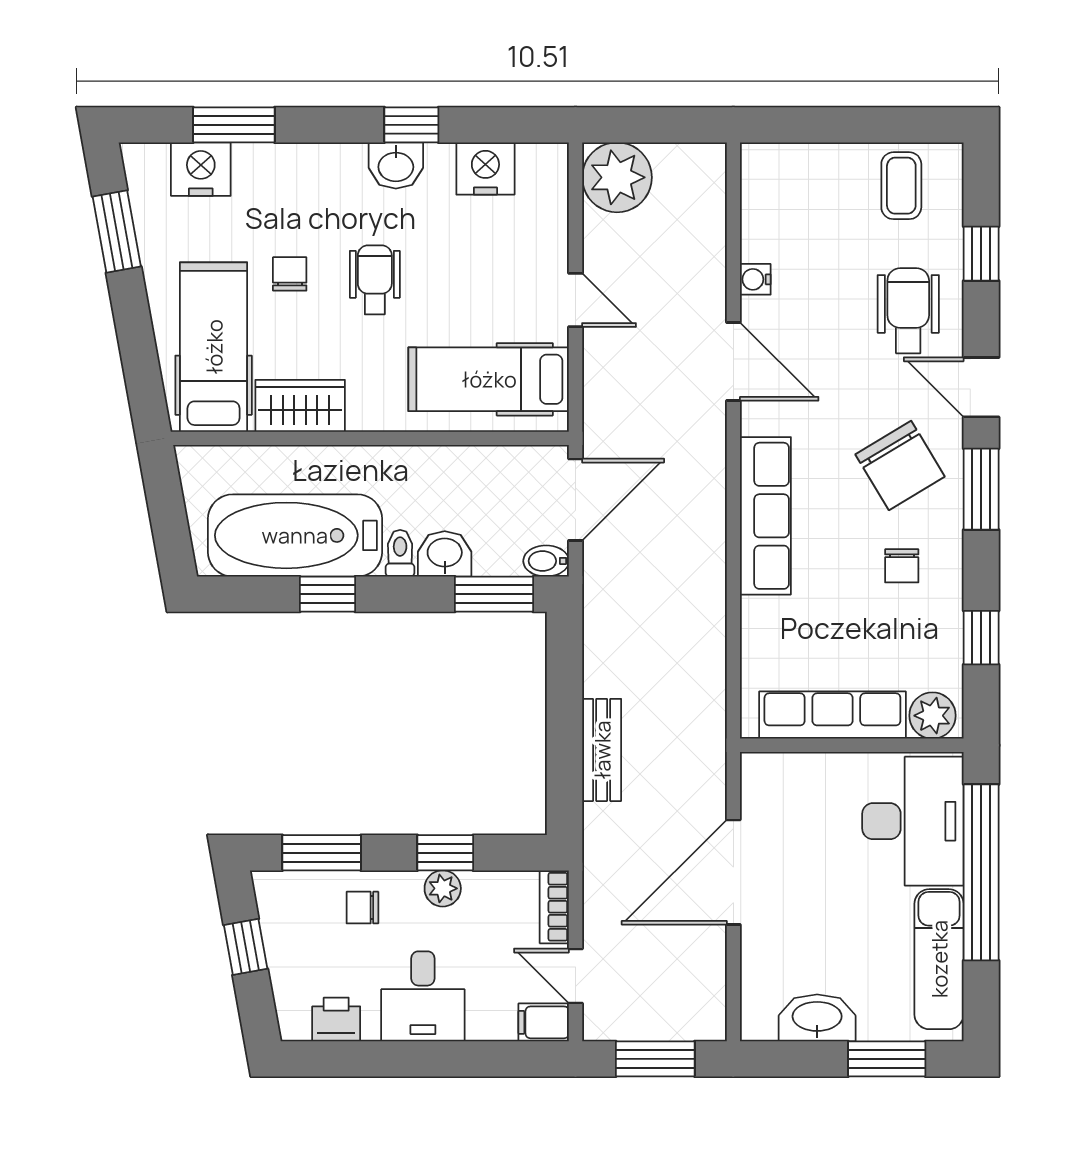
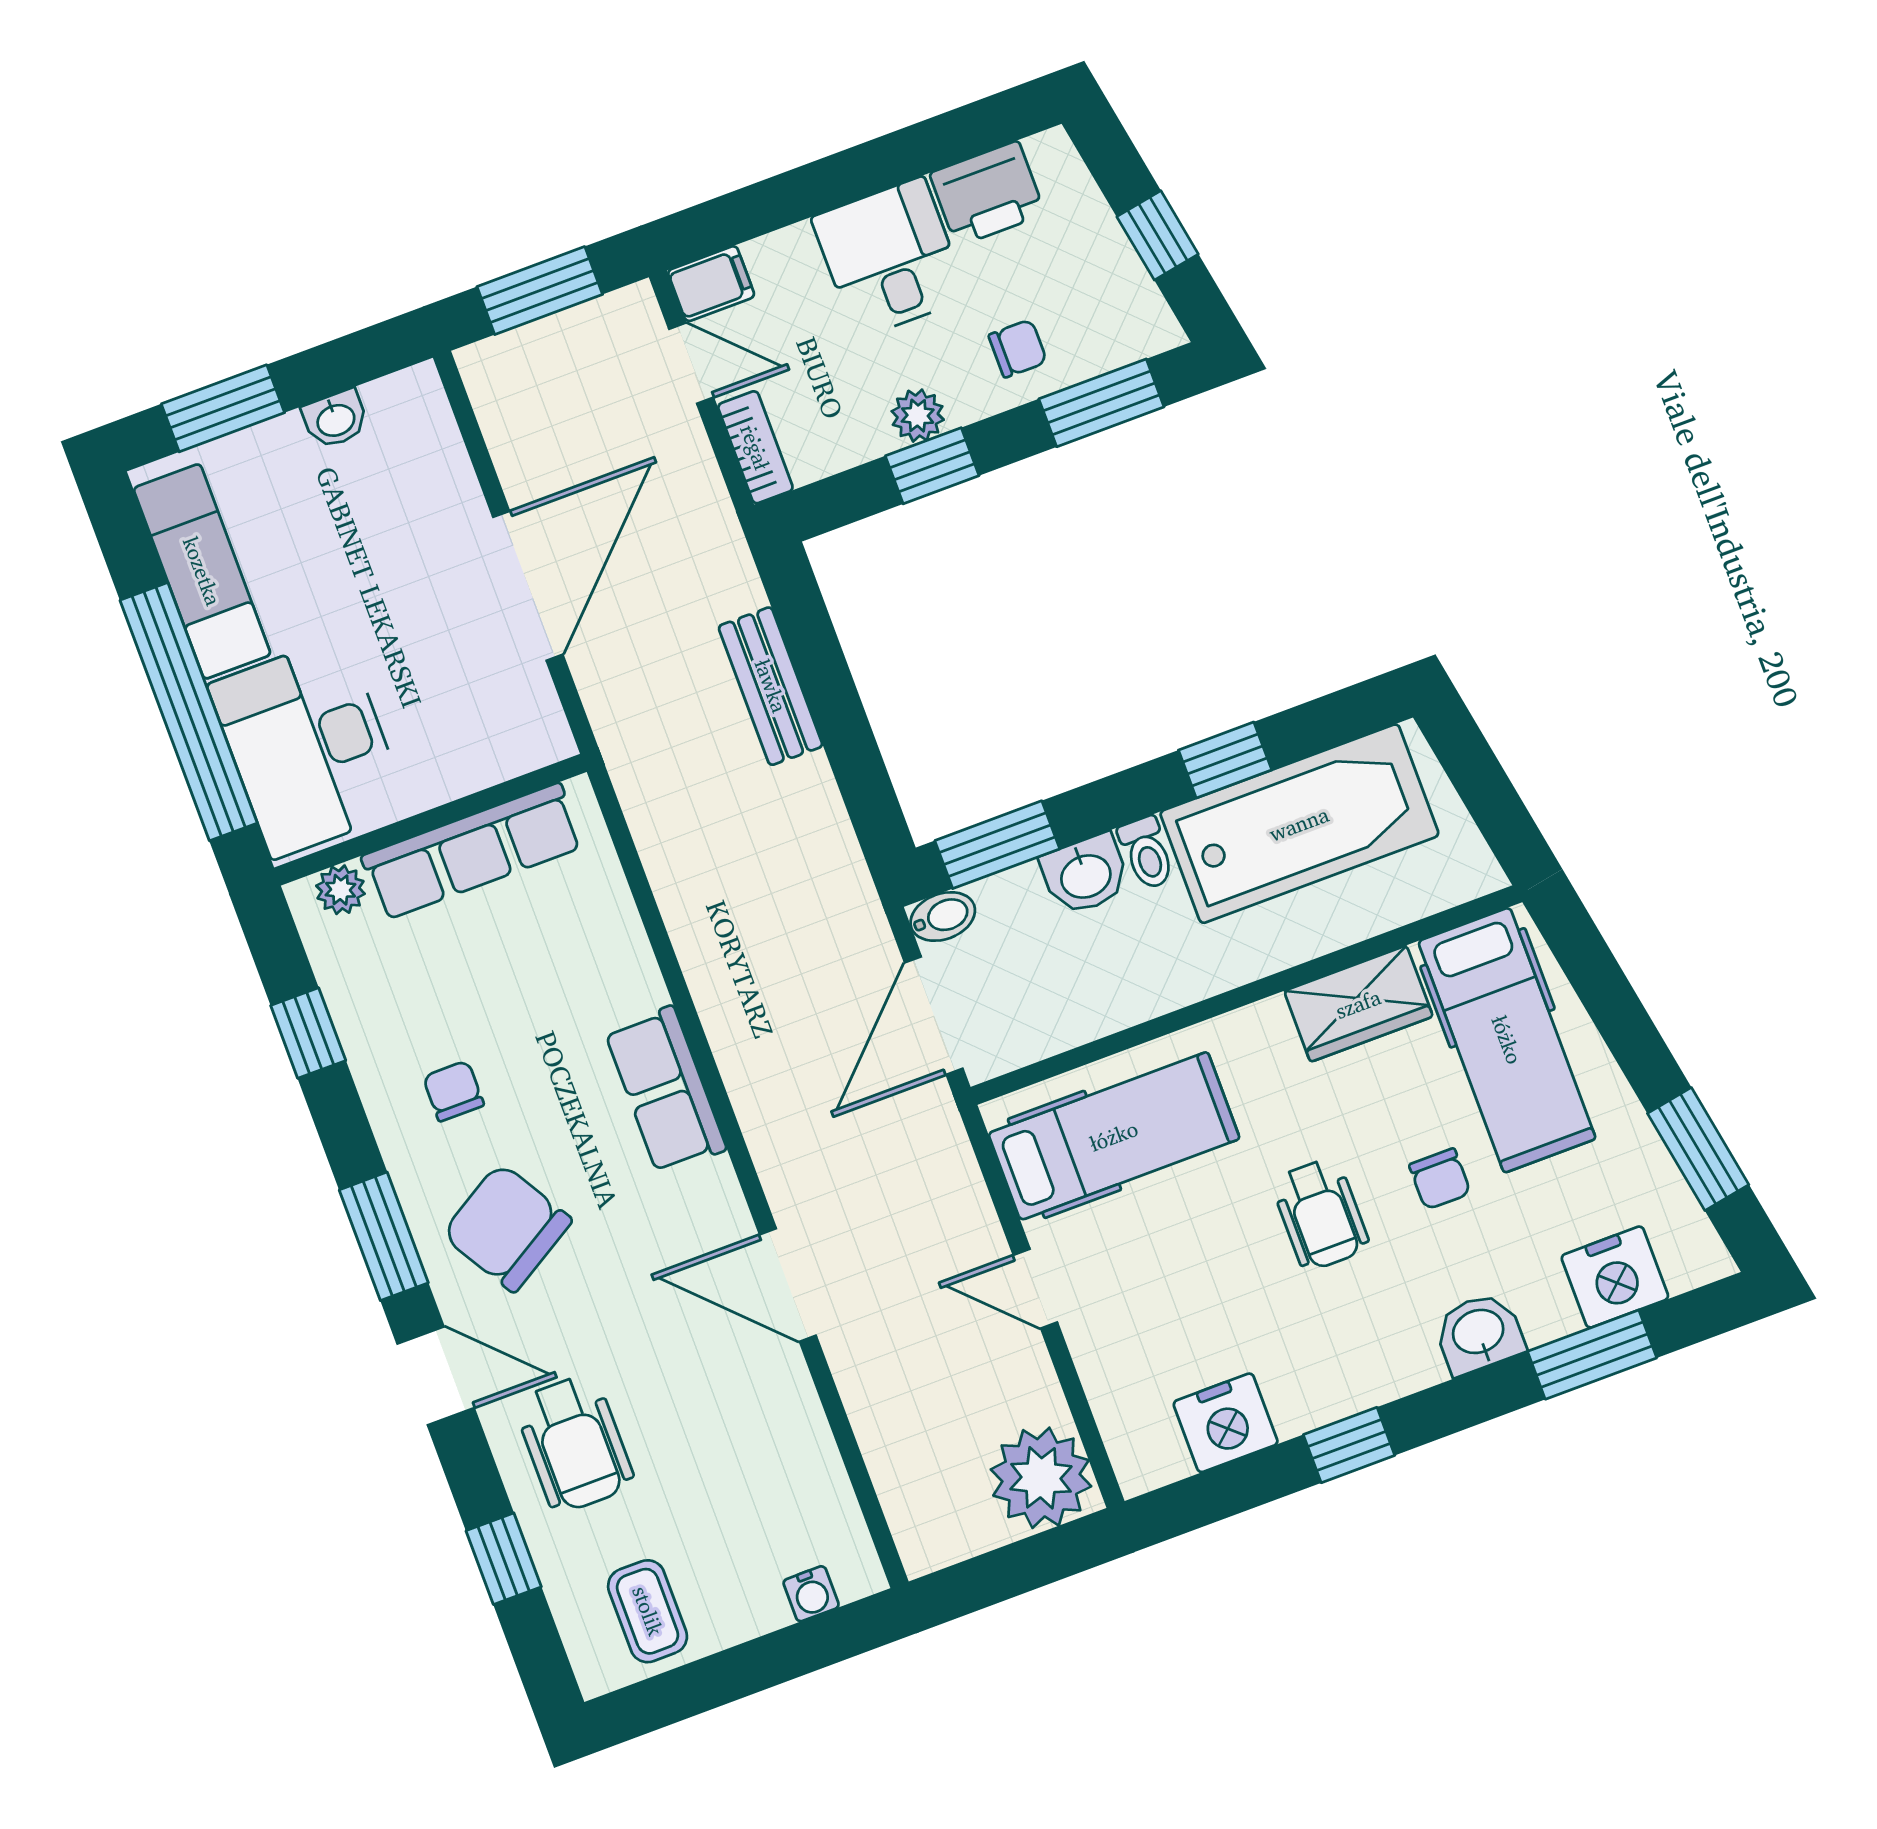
washbasin: (396, 166) -> (1479, 1333), moved
water cooler: (755, 279) -> (811, 1594), moved, turned 90
row of seats: (765, 516) -> (665, 1090), width x0.68
plant: (932, 716) -> (341, 890), width x0.73, depth x0.73
washbasin: (817, 1018) -> (335, 419), width x0.52, depth x0.69
printer: (336, 1019) -> (987, 194), width x1.36, depth x1.24

